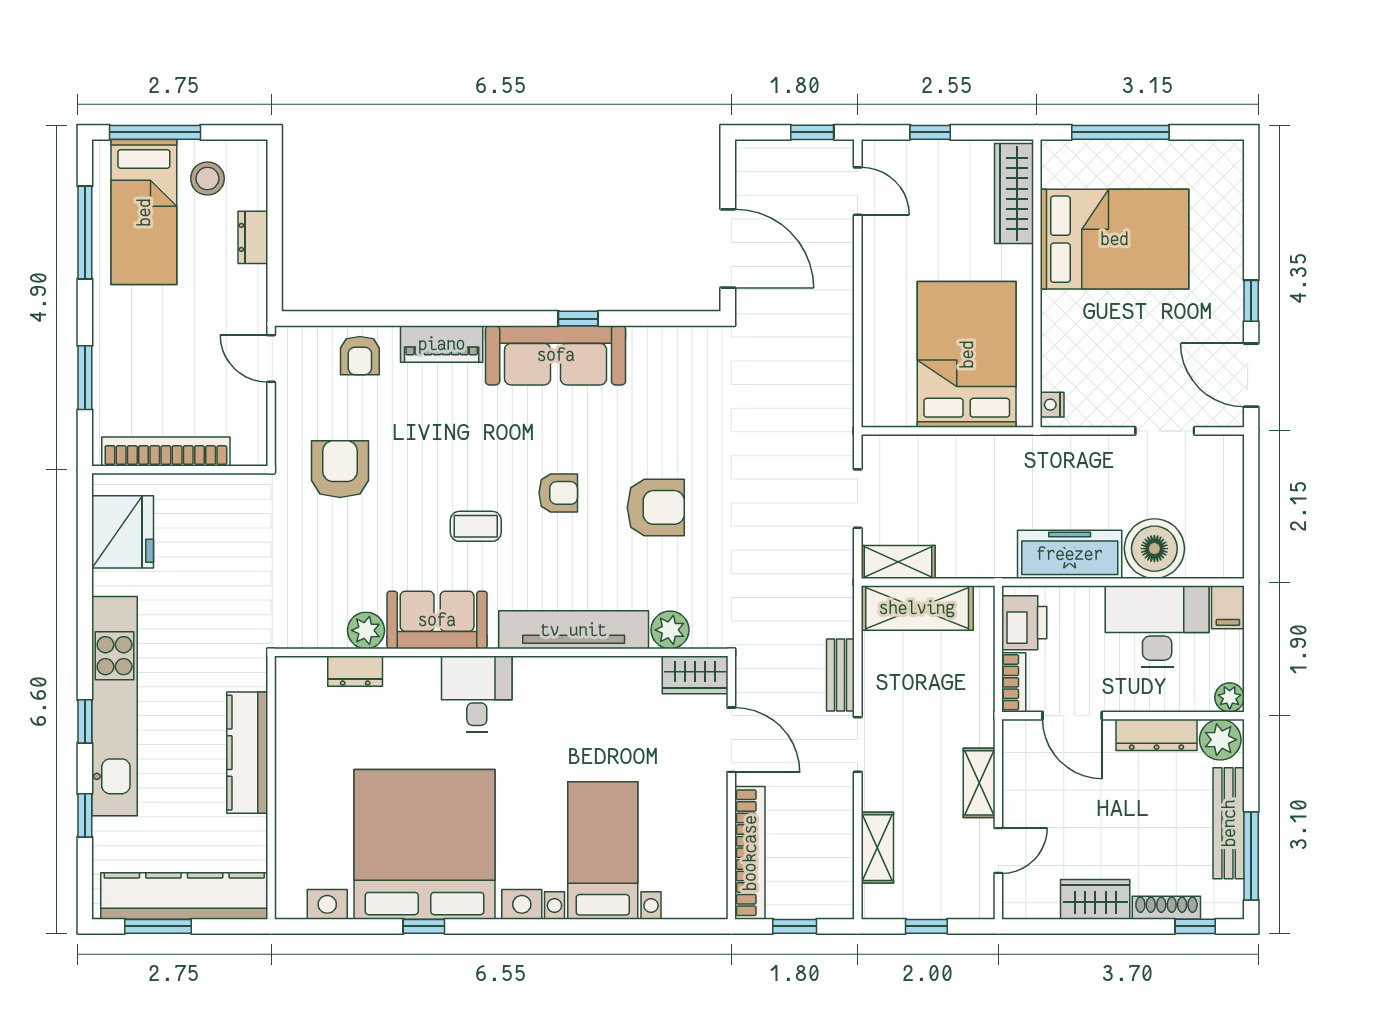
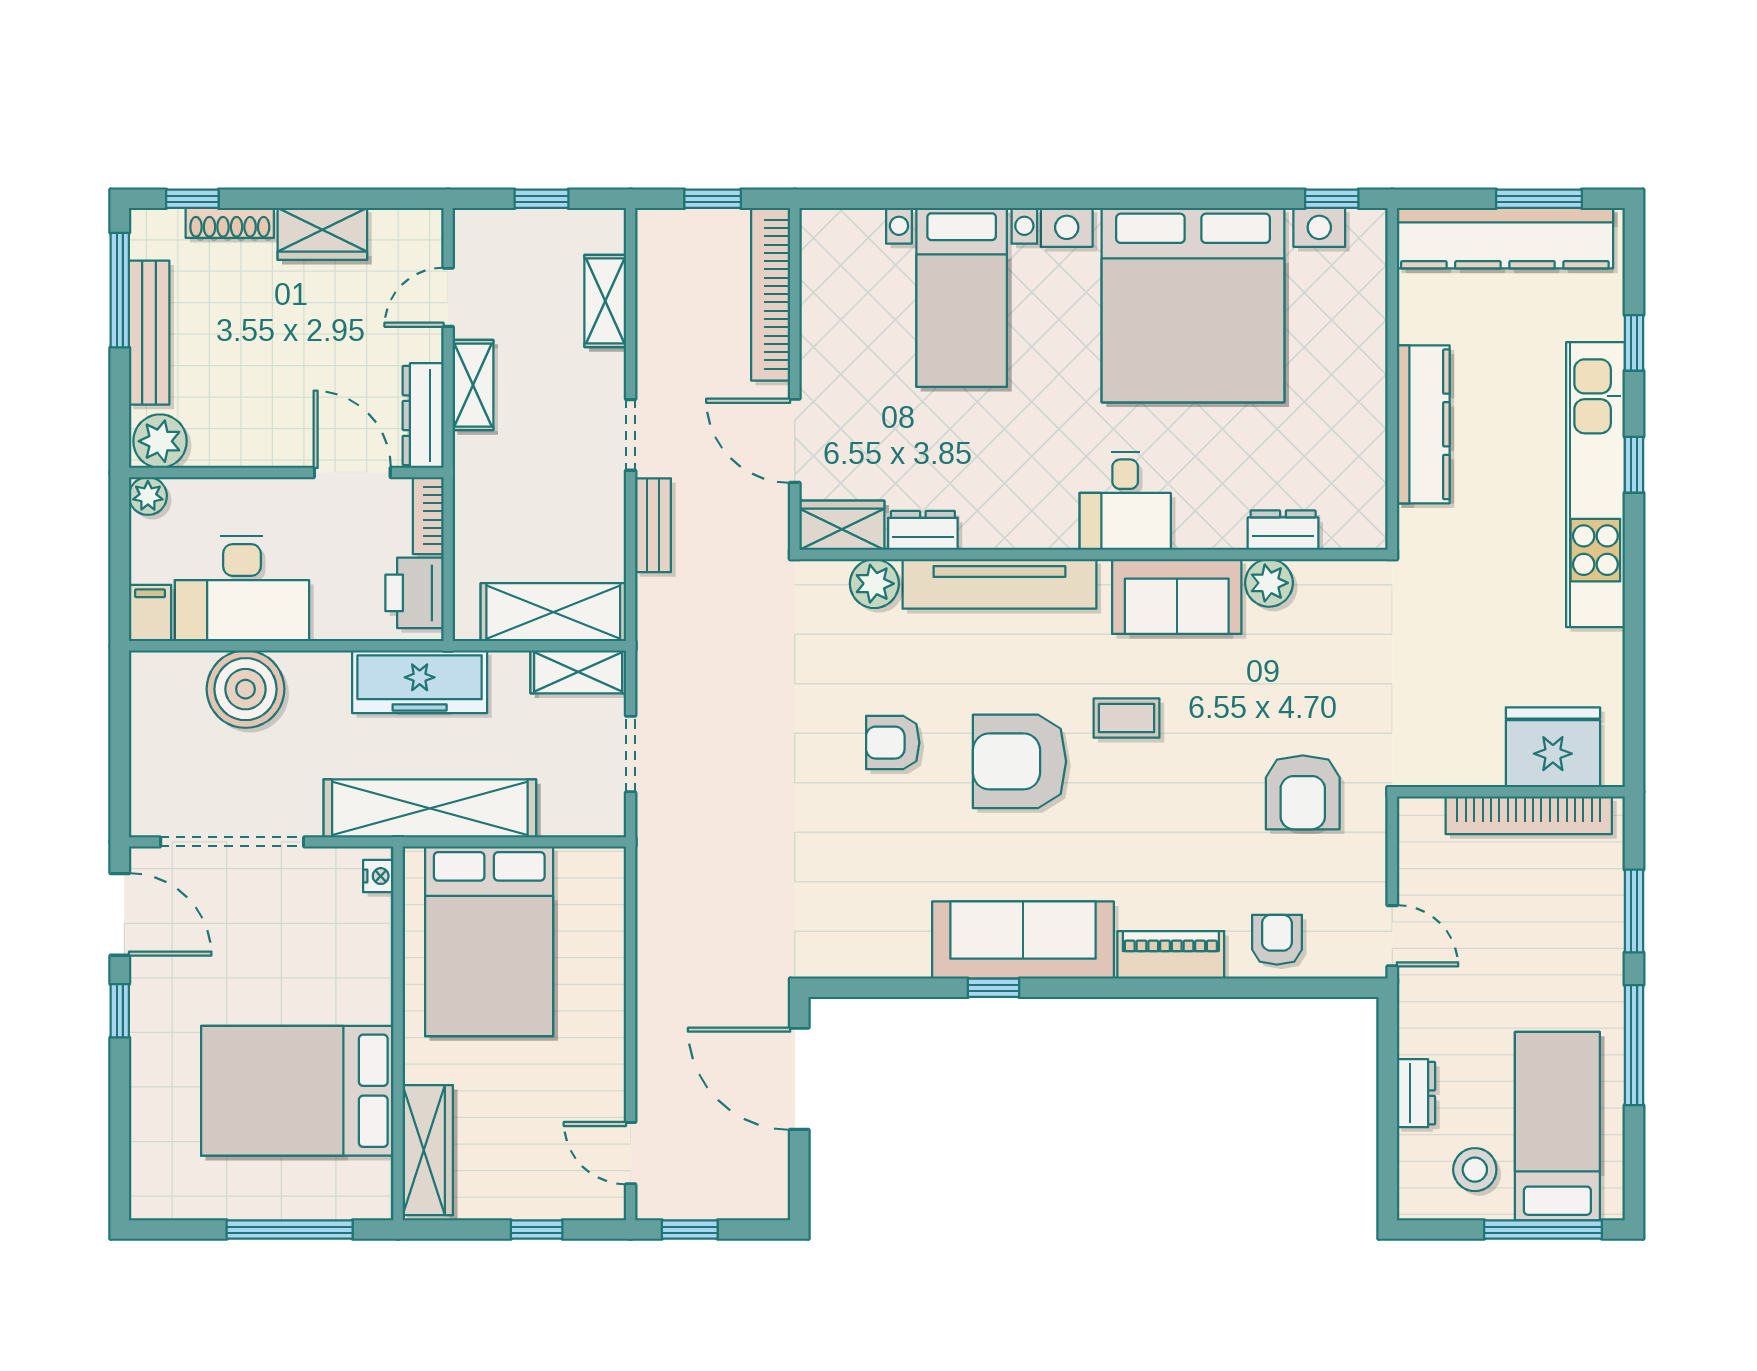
window: (85, 232) -> (1634, 1045), moved
doorway: (1165, 431) -> (232, 842), width x1.88
shelving: (1012, 457) -> (430, 808), added
armchair: (558, 493) -> (1019, 761), width x1.88, depth x1.88
armchair: (656, 507) -> (893, 743), width x0.72, depth x0.72
fridge: (123, 532) -> (1553, 747), moved, turned 90
freezer: (1070, 554) -> (420, 682), moved
dresser: (633, 671) -> (923, 530), added
dresser: (1156, 735) -> (423, 416), moved, turned -90
window: (424, 926) -> (1332, 199), moved

